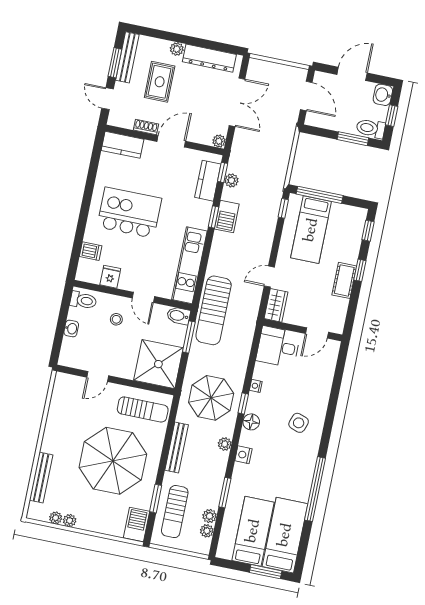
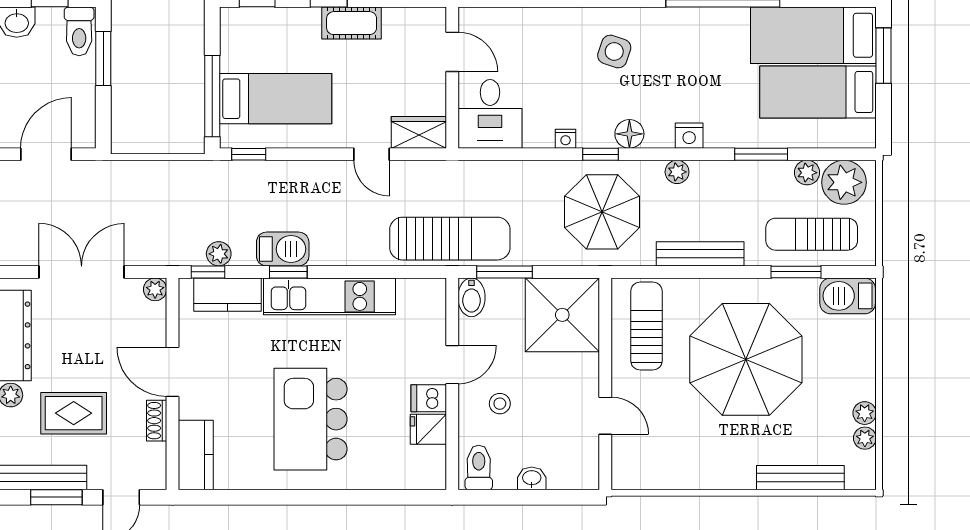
dishwasher: (91, 251) -> (429, 398), moved, turned -90
kitchen unit: (189, 265) -> (329, 296), moved
sun lounger: (175, 512) -> (812, 234), turned 180
plant: (207, 531) -> (844, 182), width x1.87, depth x1.87

